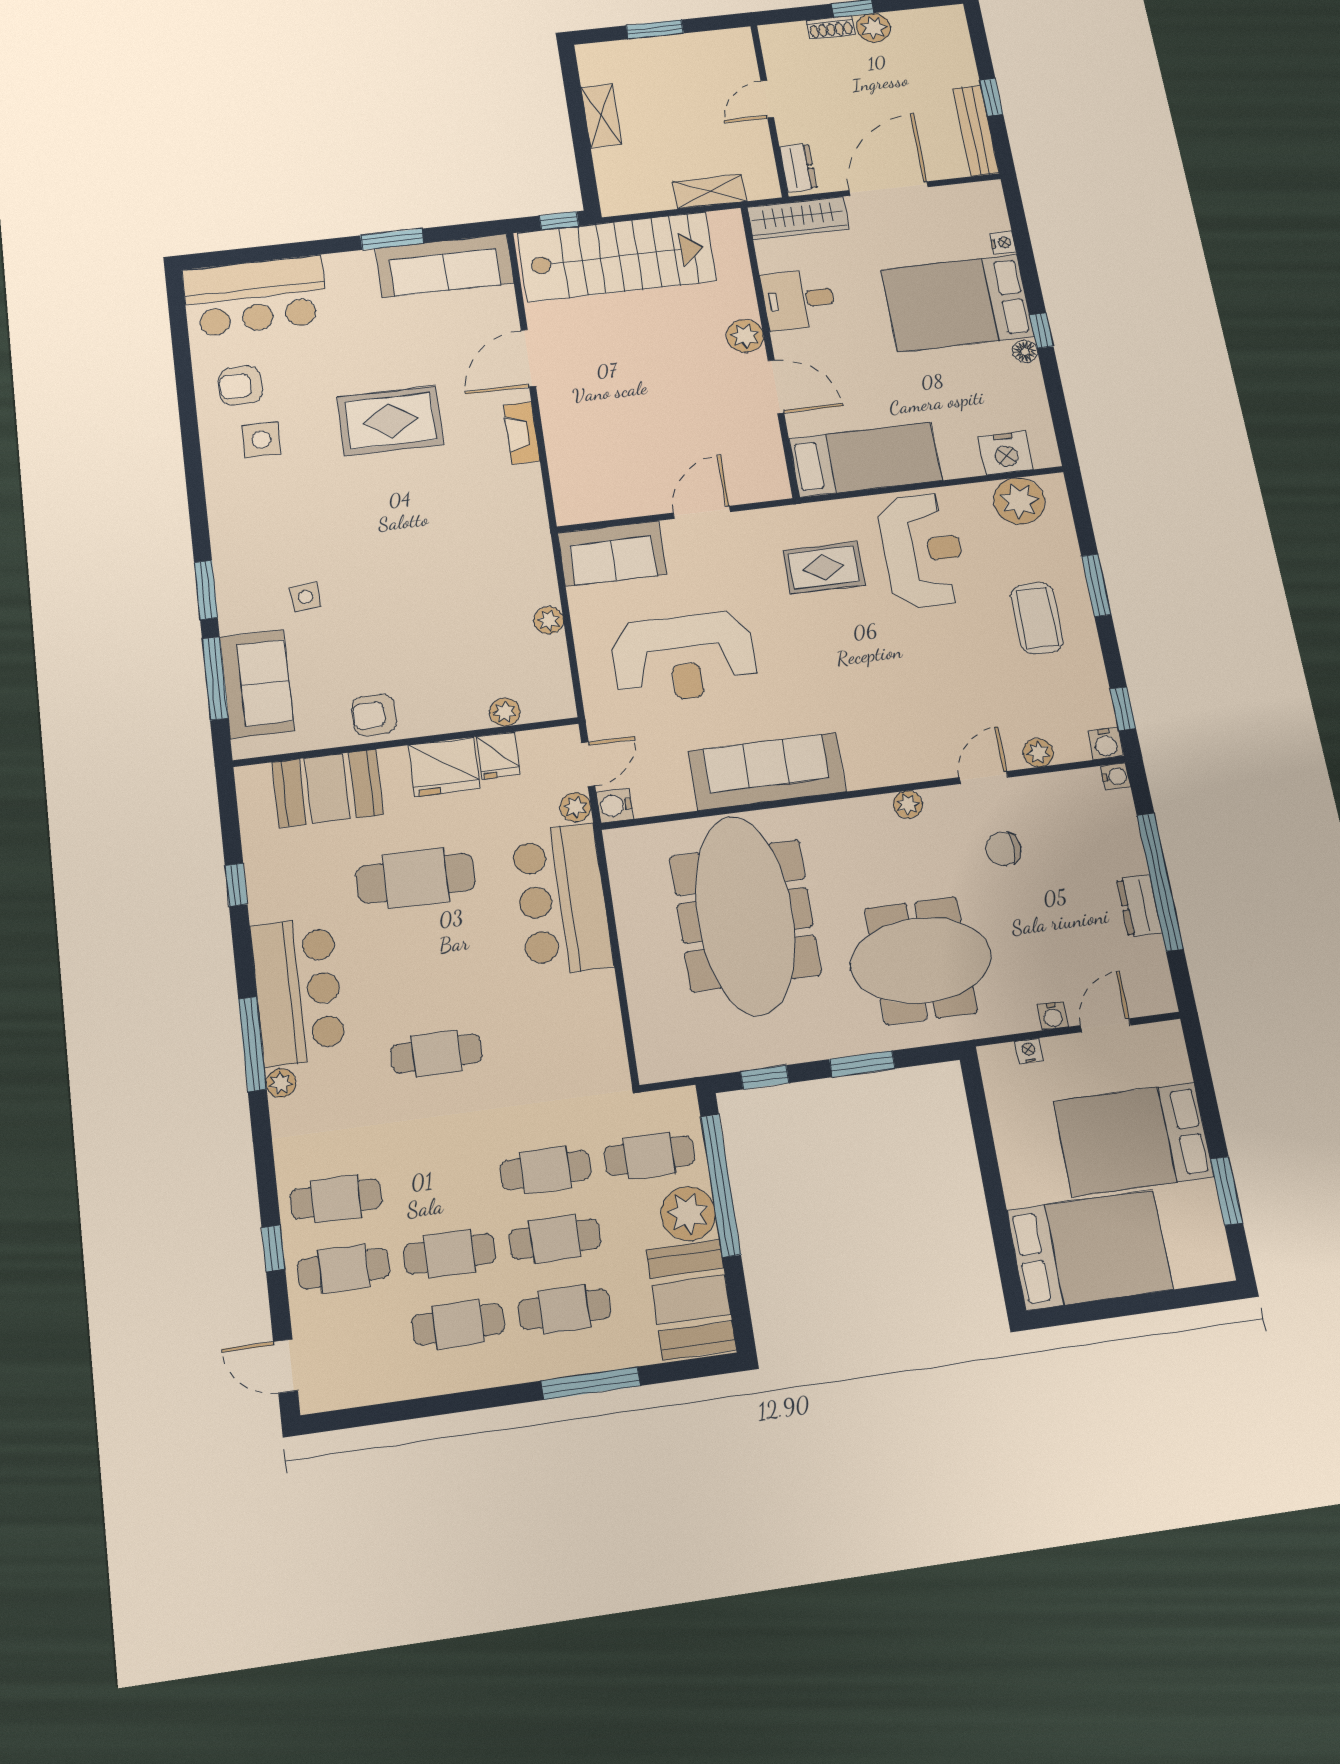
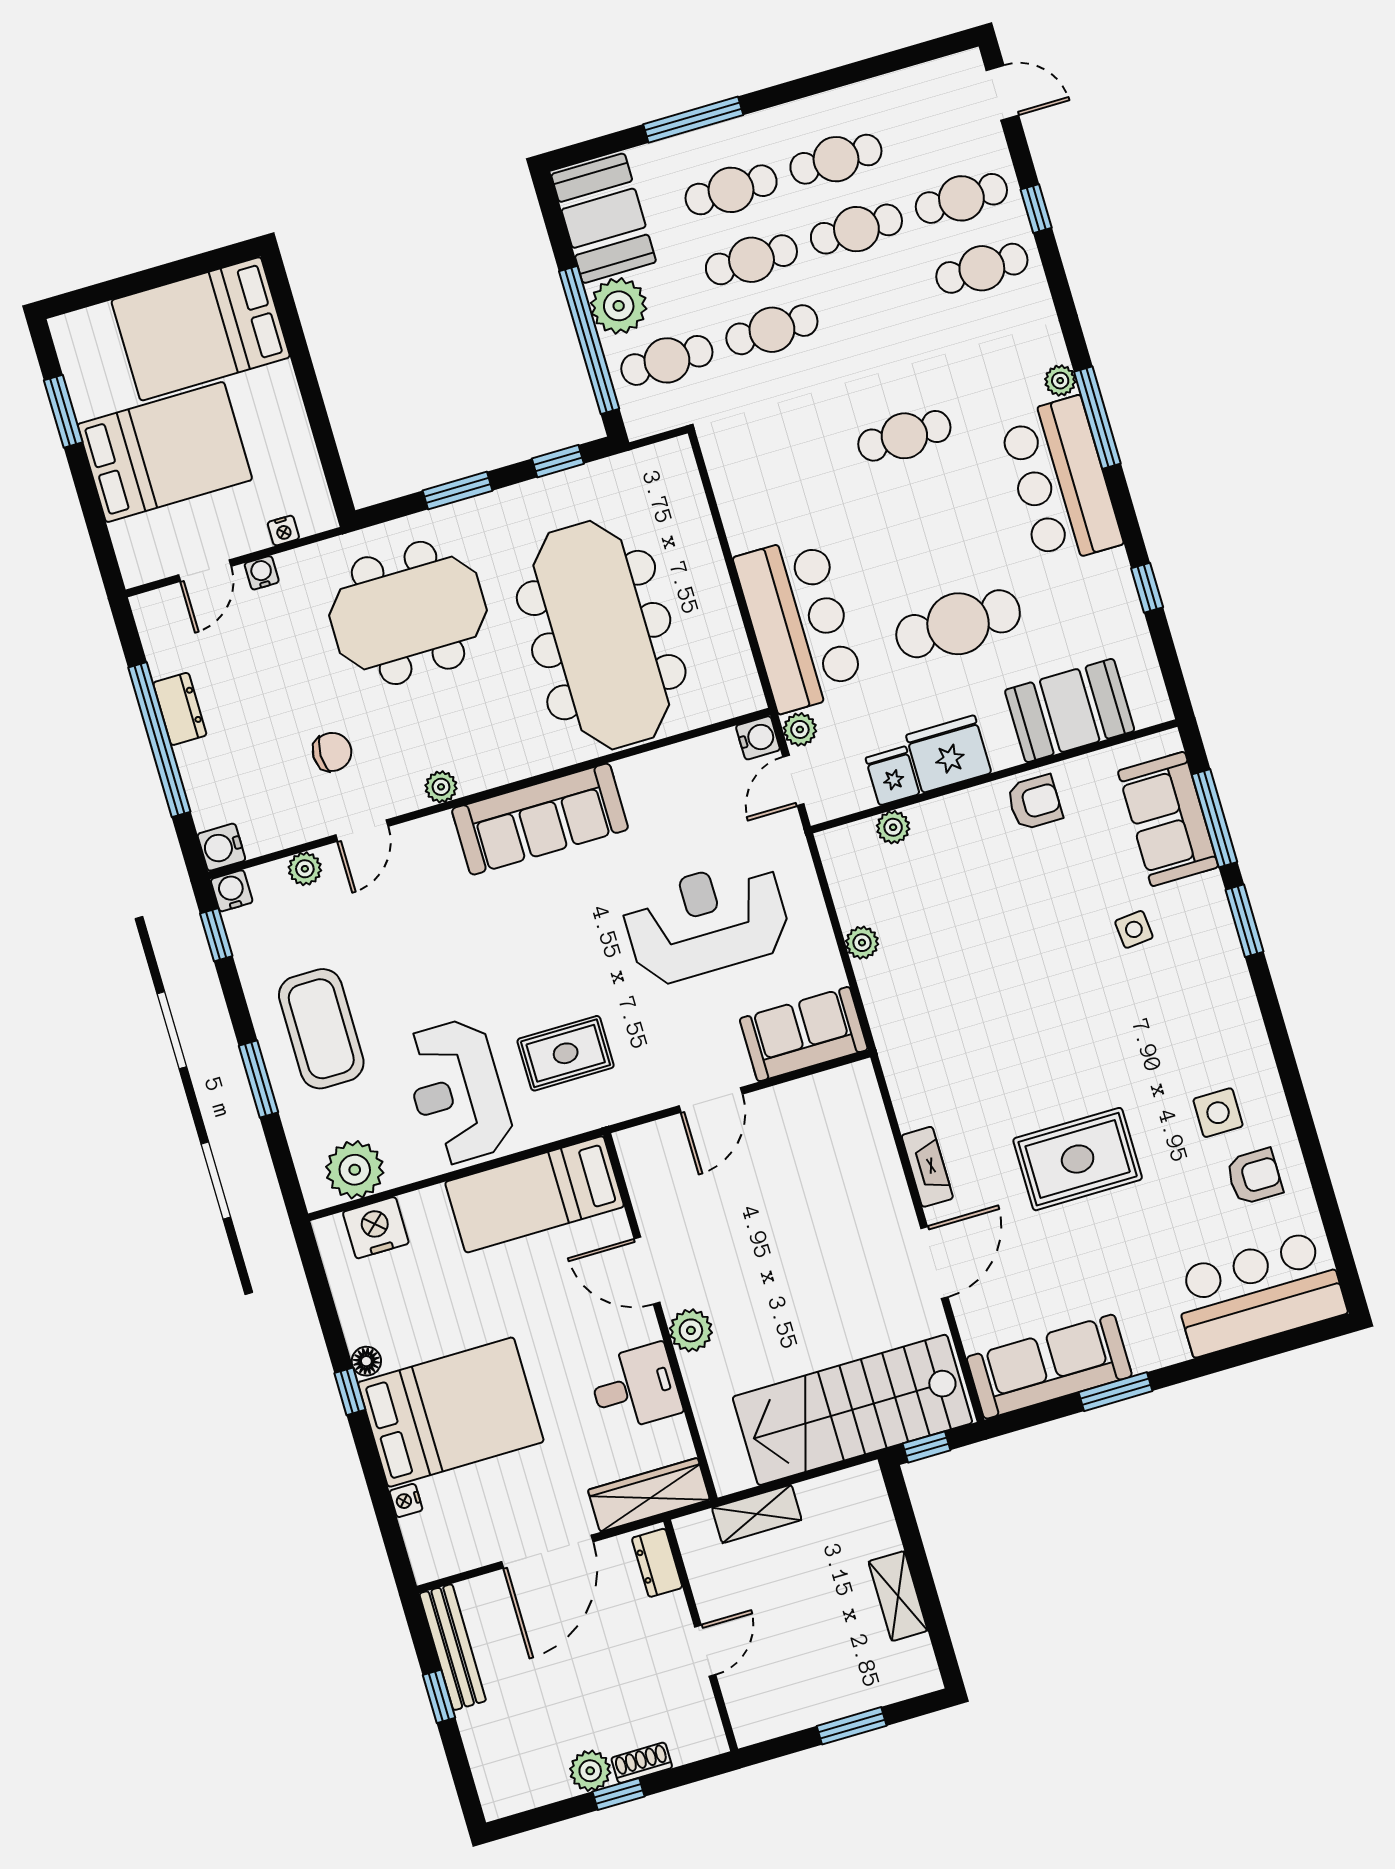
coffee table: (1037, 618) -> (321, 1029), width x1.36, depth x1.32
sofa: (767, 771) -> (540, 819), moved
water cooler: (1116, 776) -> (221, 847), width x1.38, depth x1.38

